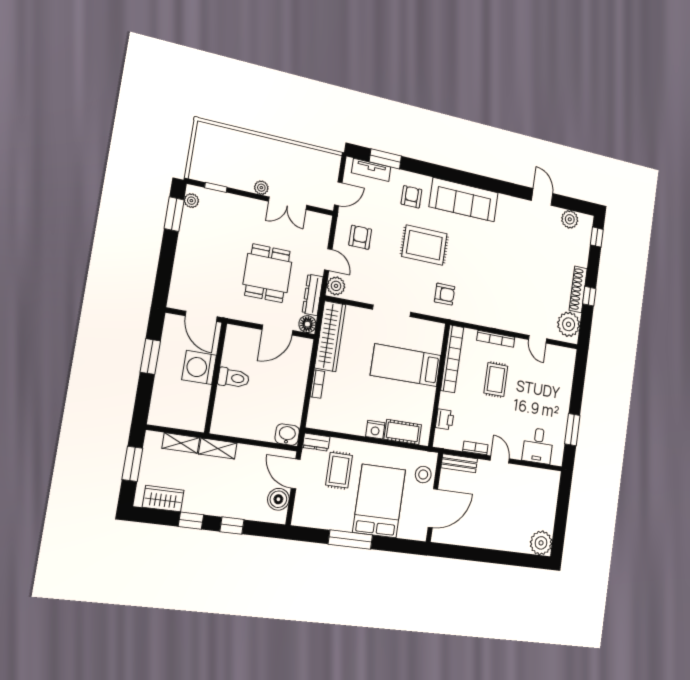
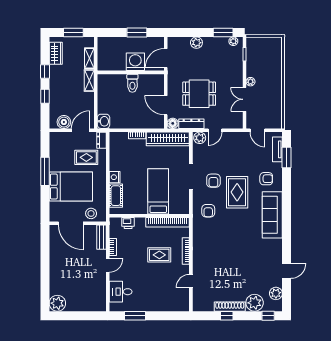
armchair: (360, 237) -> (213, 181), moved, turned 90
plant: (184, 261) -> (196, 43), added
plant: (569, 324) -> (255, 303), moved

